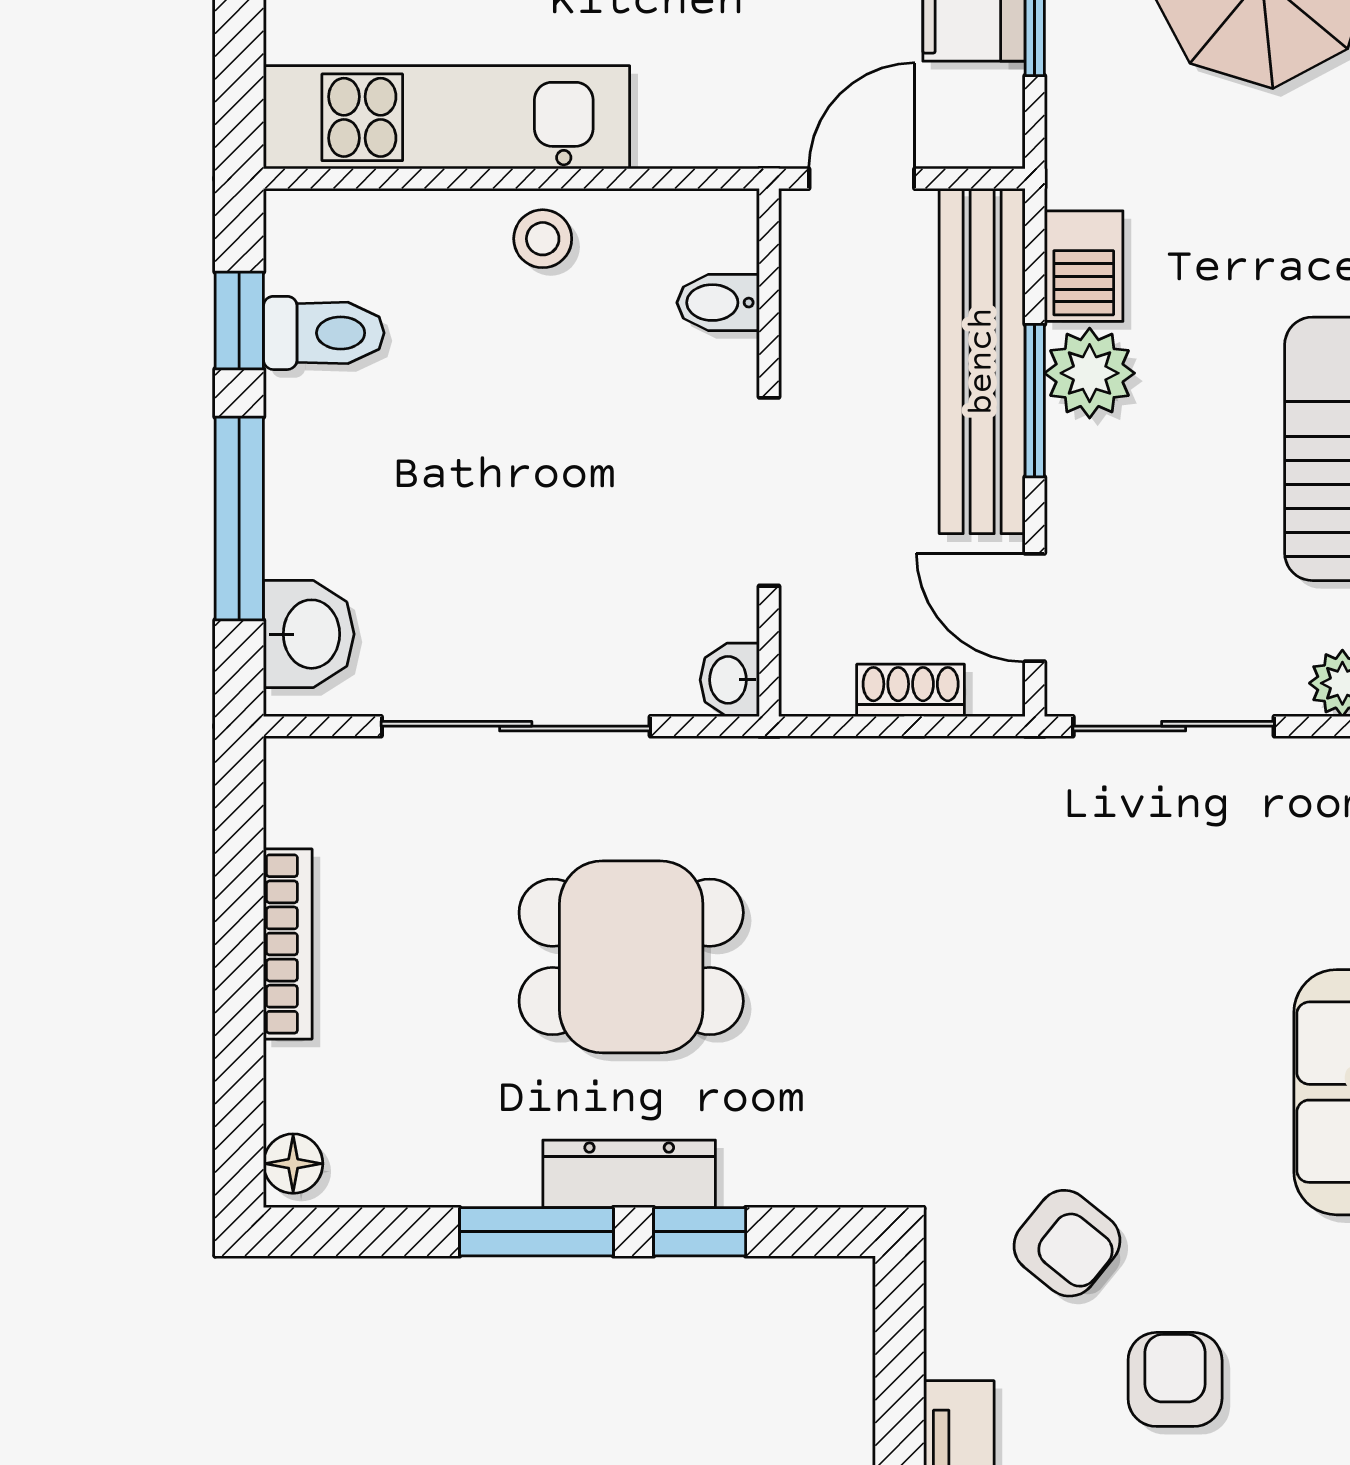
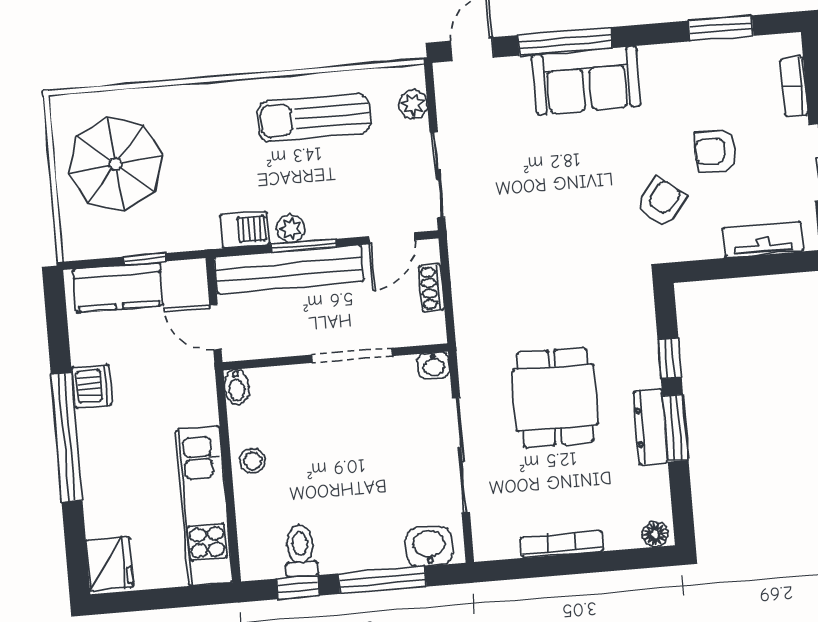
bidet: (718, 303) -> (237, 387), moved
plant: (1090, 373) -> (291, 229), width x0.73, depth x0.73
dresser: (629, 1174) -> (651, 427), moved

